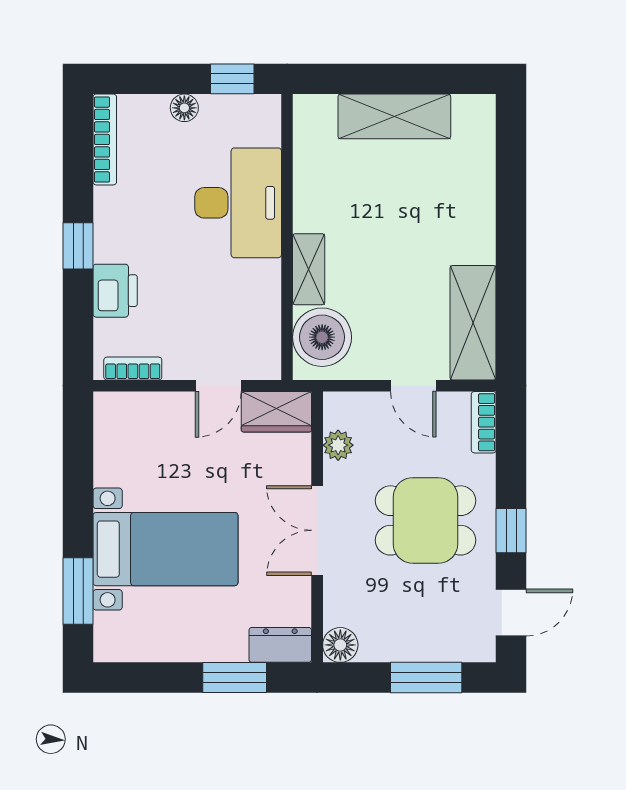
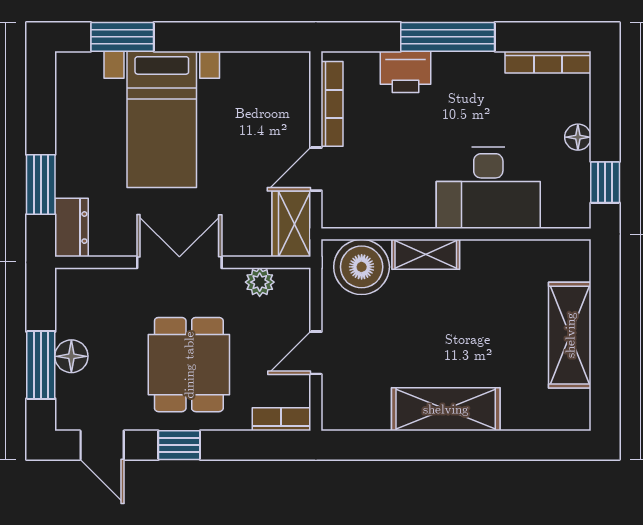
window: (78, 246) -> (448, 37), width x2.17
shelving: (473, 323) -> (446, 409), moved
bookcase: (133, 369) -> (332, 104), width x1.56
door: (218, 386) -> (316, 169), hinge flipped
floor lamp: (340, 645) -> (71, 356), moved

